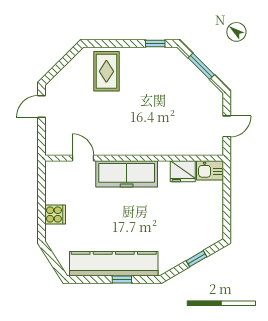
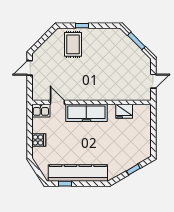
window: (155, 43) -> (82, 26), moved
kitchen sink: (210, 170) -> (41, 111), moved
window: (122, 280) -> (65, 184), moved

